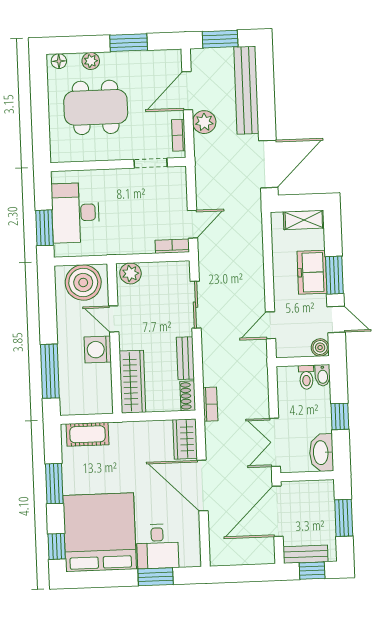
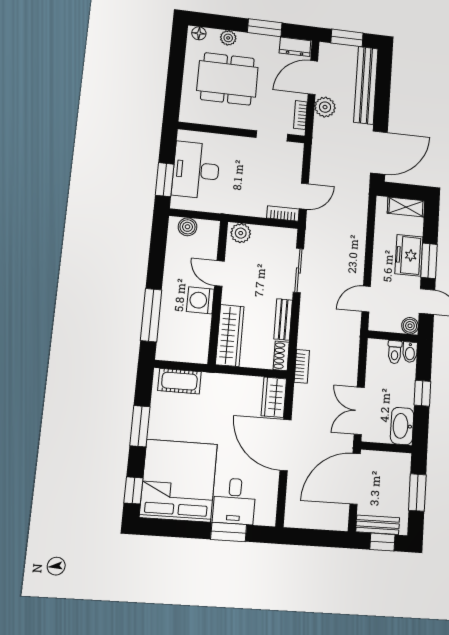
dresser: (164, 59) -> (295, 47), added
boiler: (83, 282) -> (188, 227), width x0.54, depth x0.54

